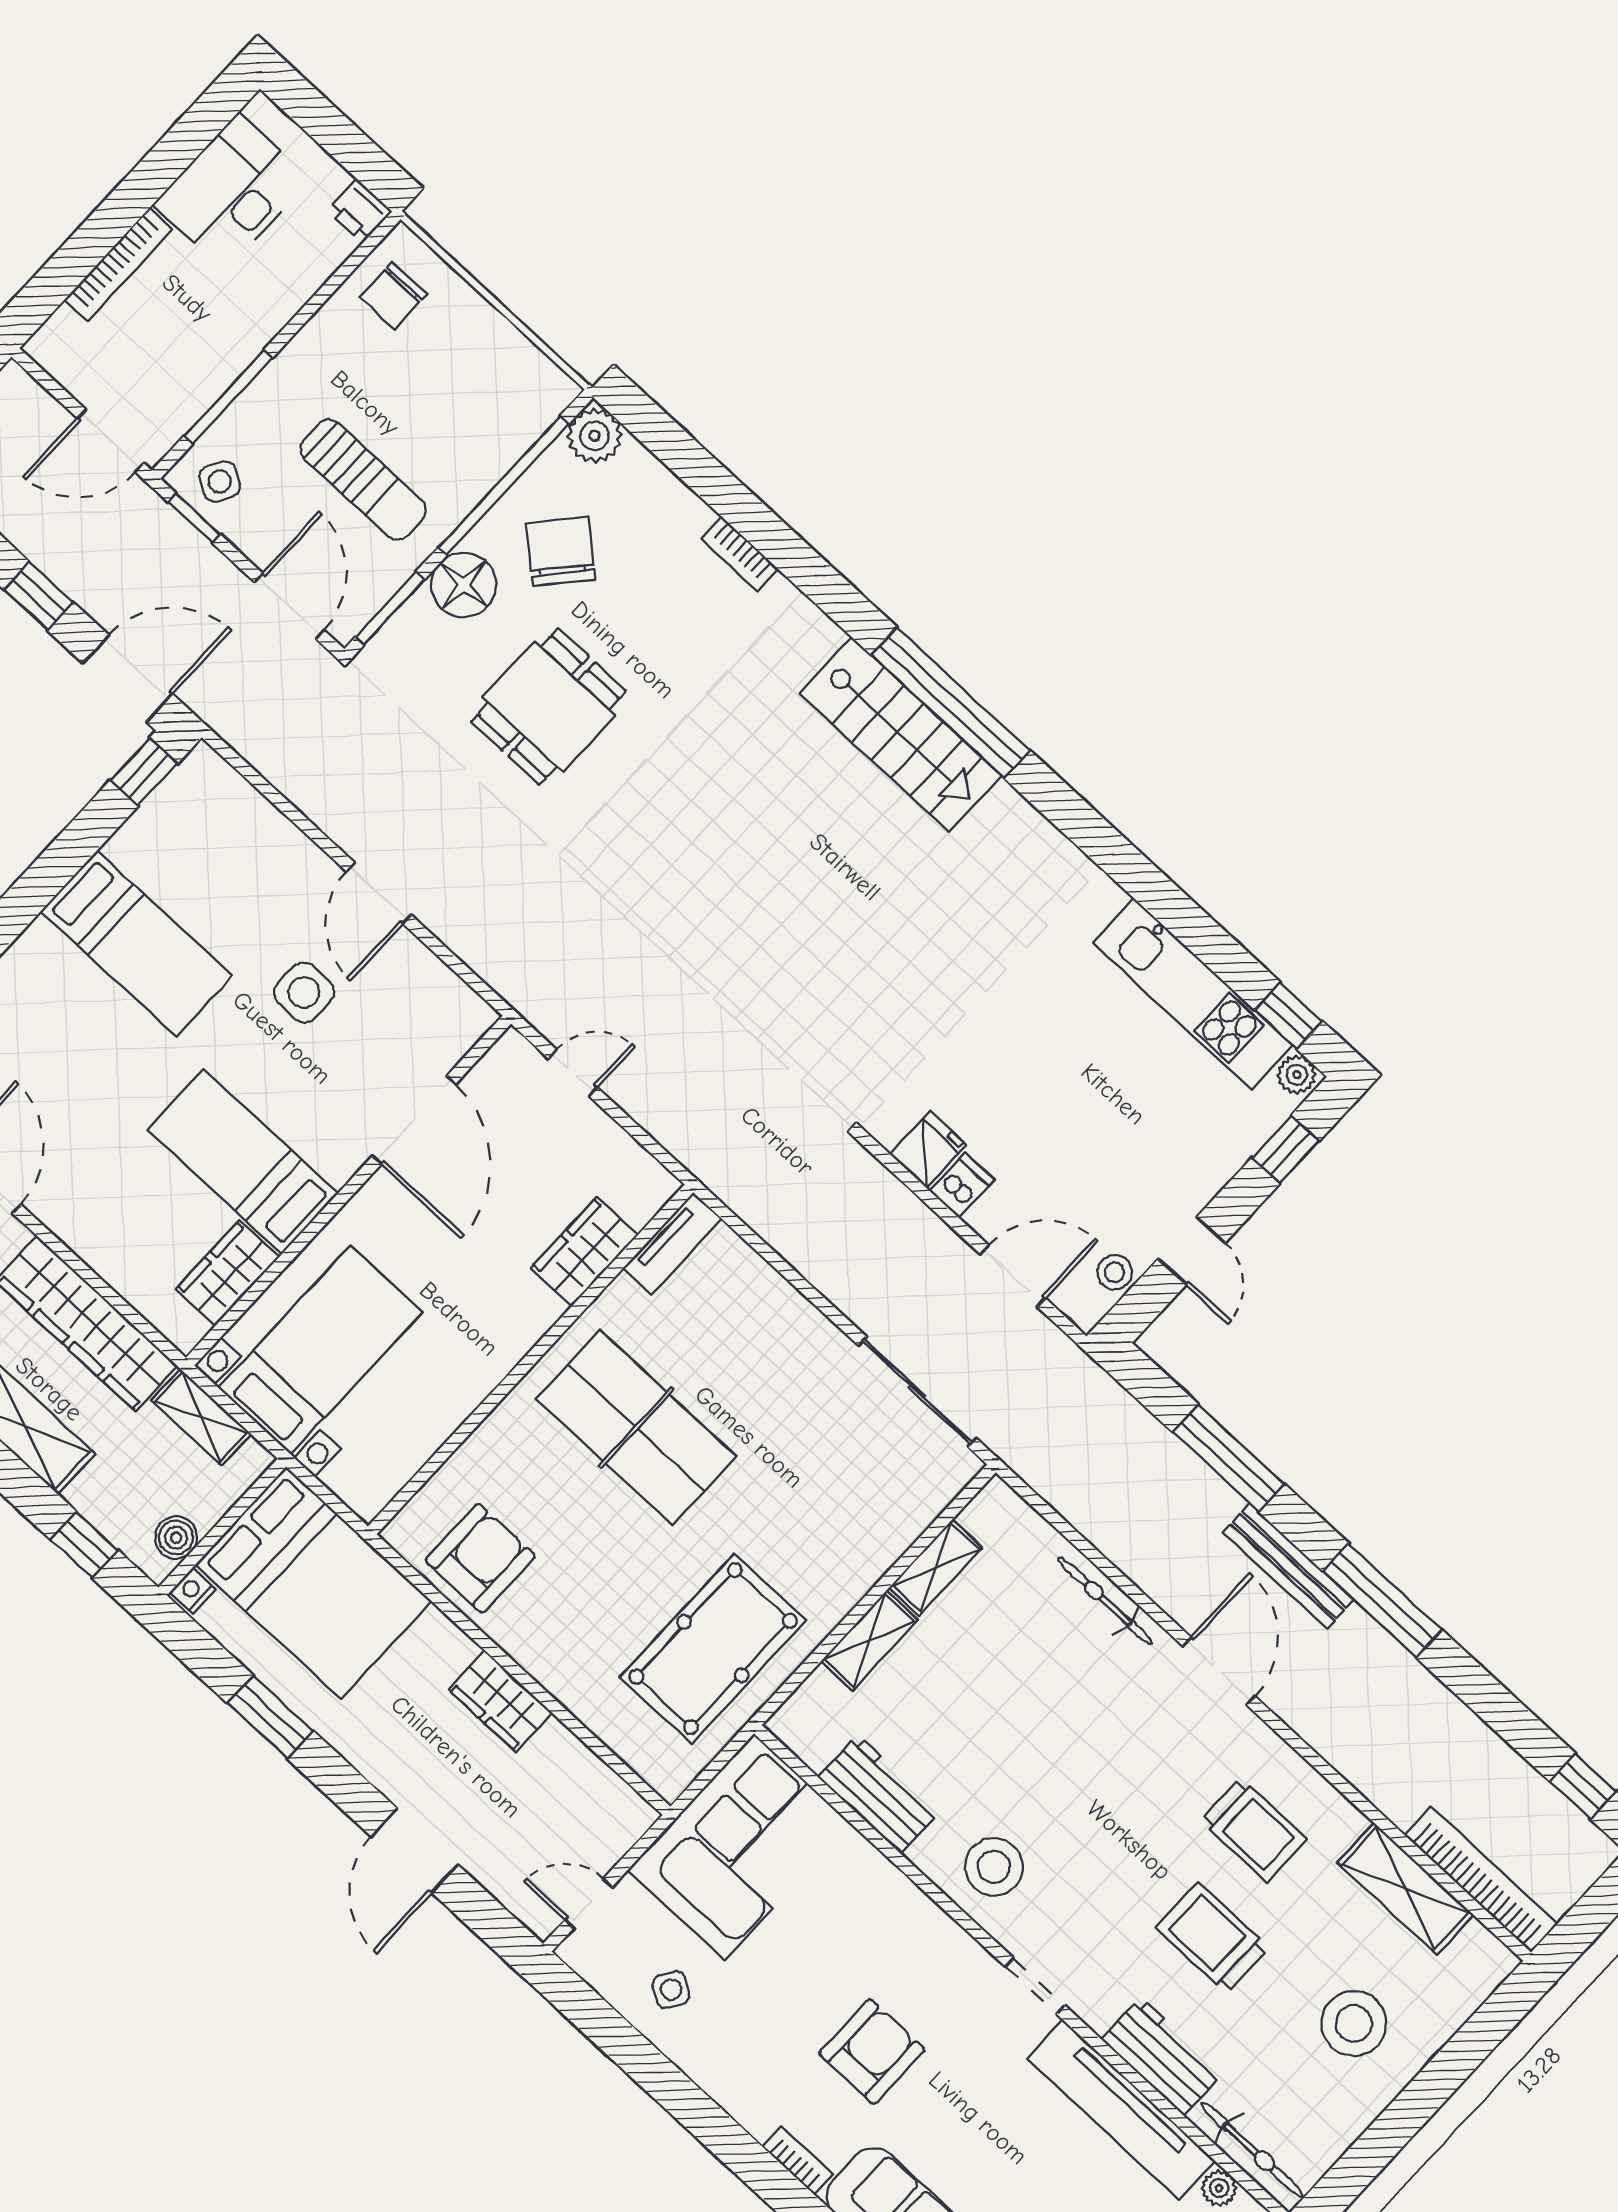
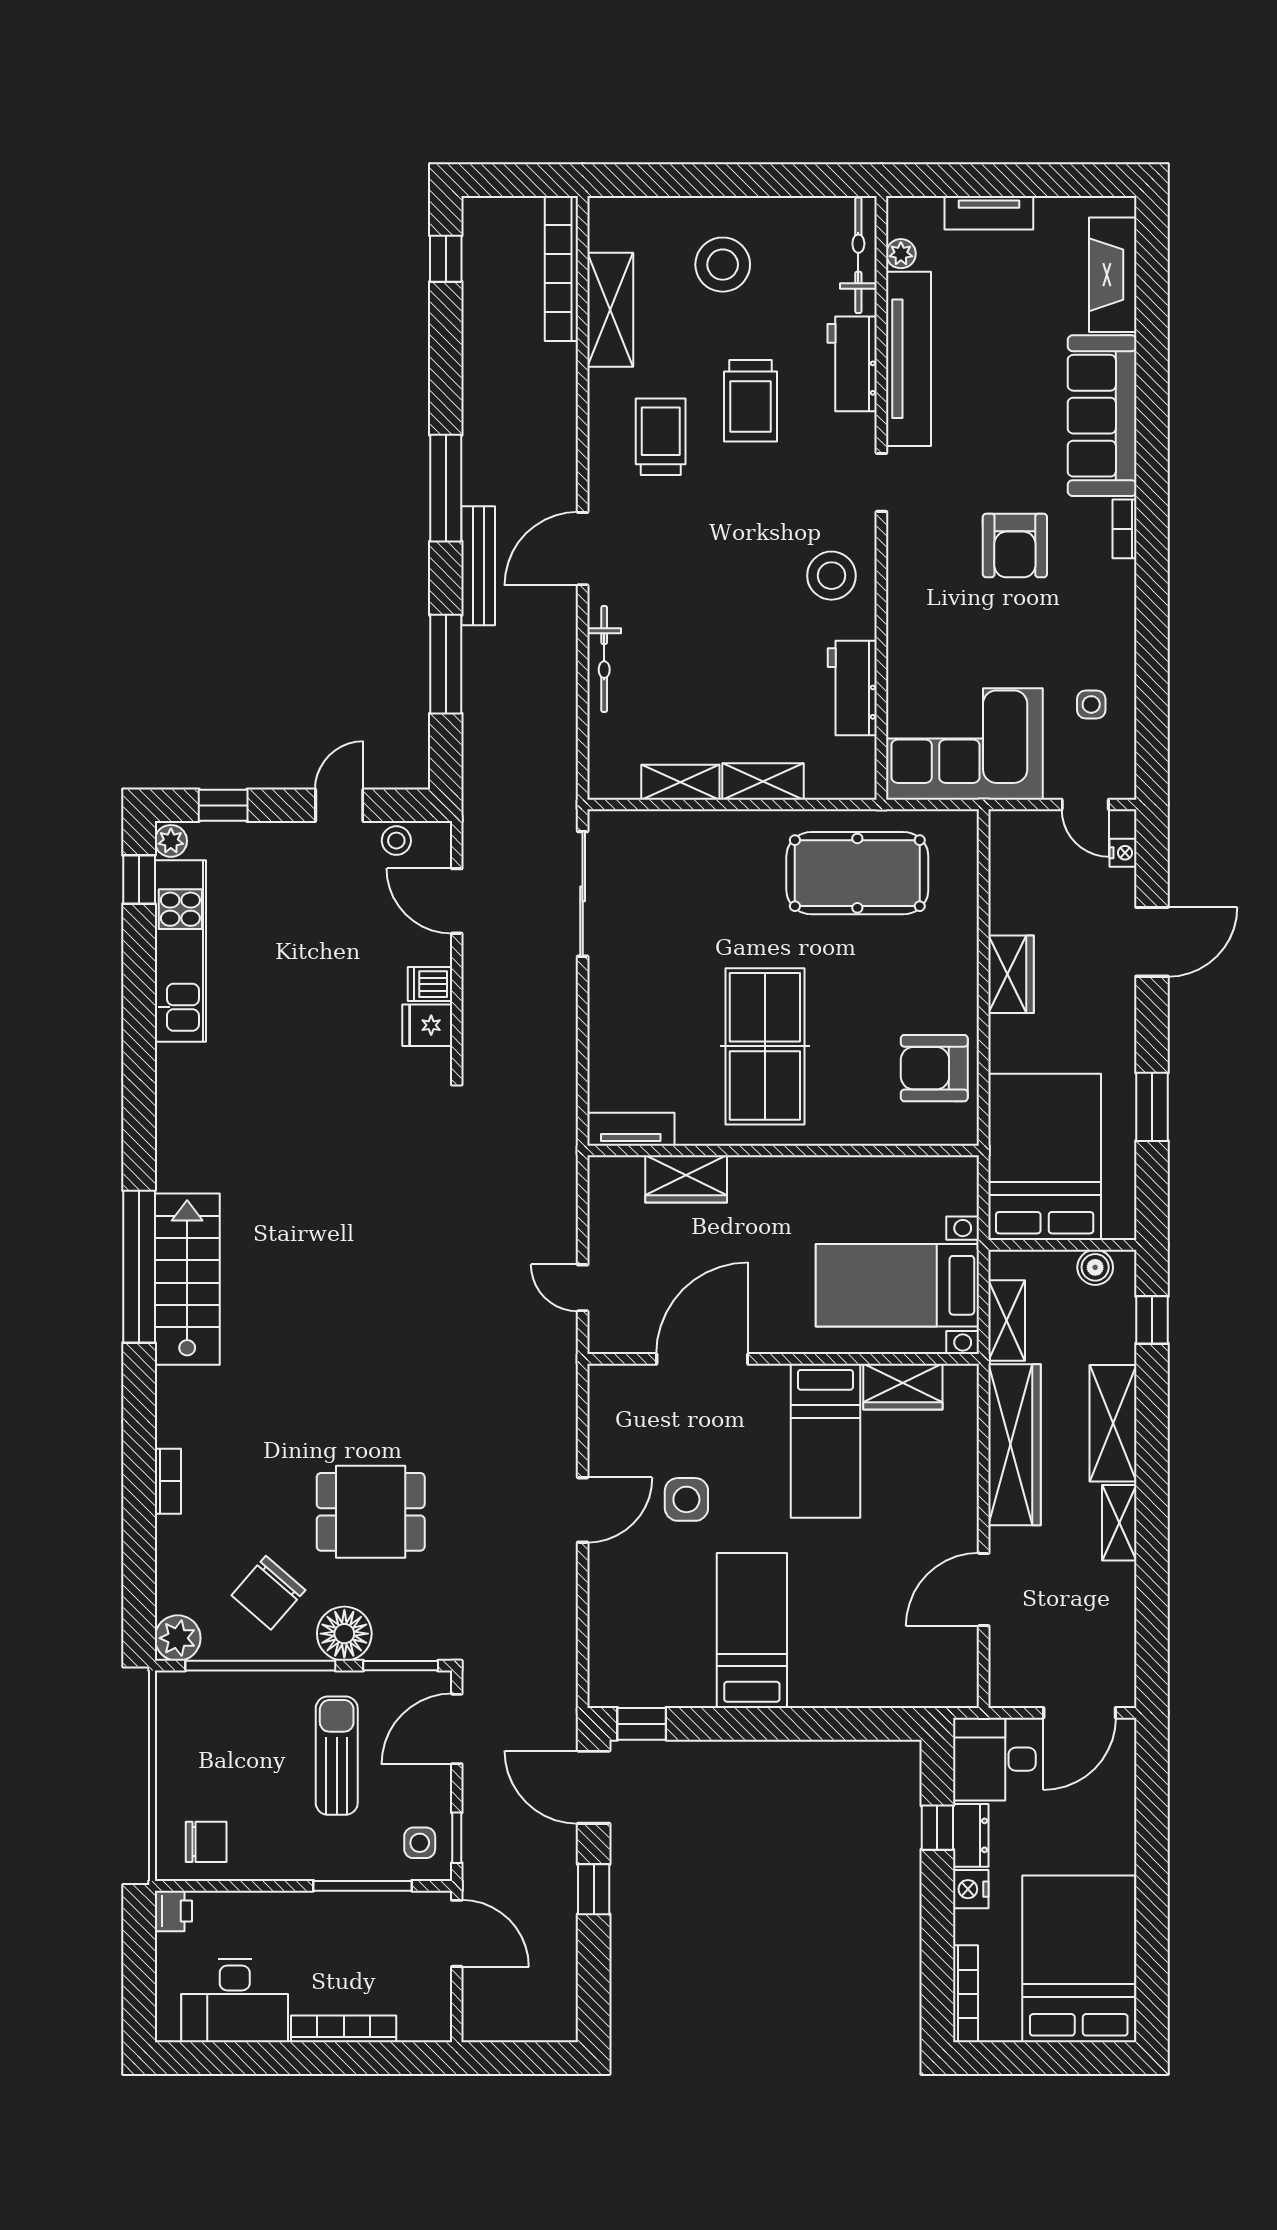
side table: (220, 481) -> (420, 1843), turned -30
nightstand: (193, 1590) -> (1123, 853), moved, turned -90
side table: (671, 1990) -> (1091, 704), turned -33
armchair: (872, 2051) -> (1015, 546), turned -90

